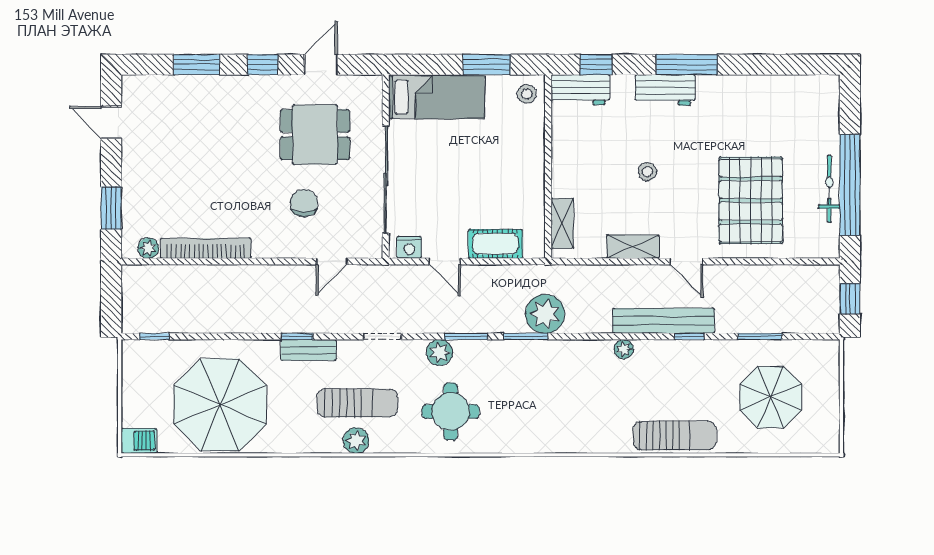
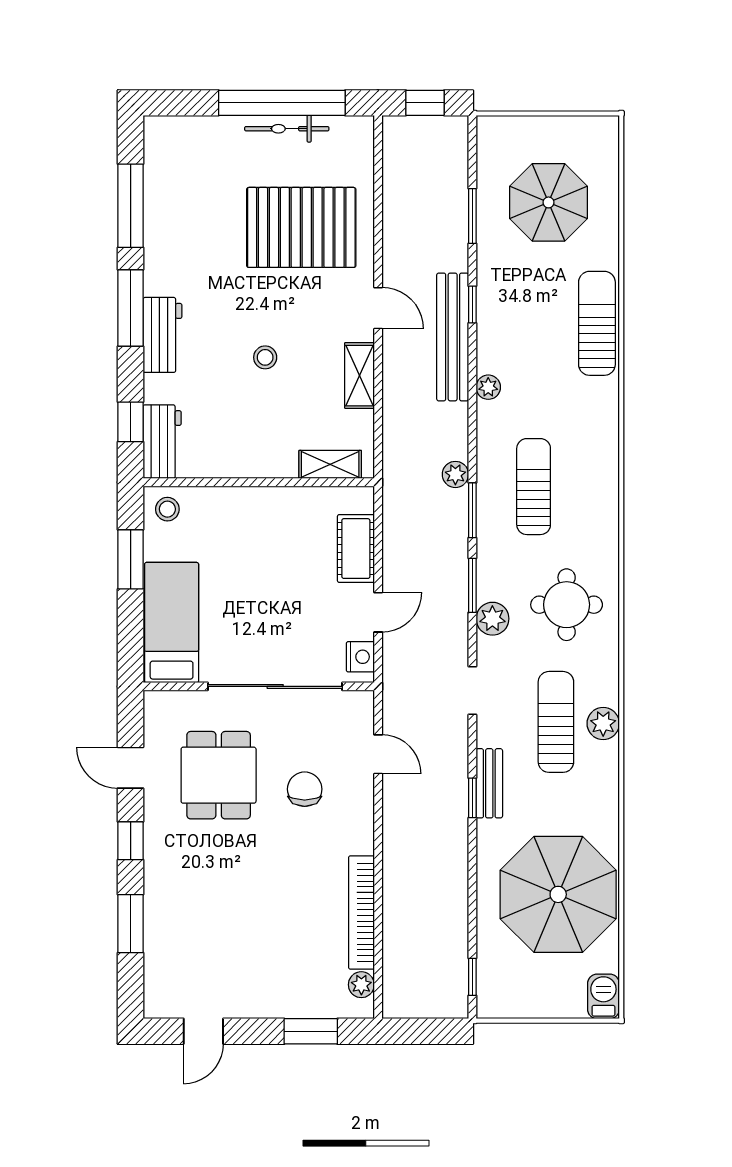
window: (768, 65) -> (131, 206), added
chair: (304, 203) -> (305, 789), turned 90
door: (687, 261) -> (378, 308), hinge flipped
plant: (545, 314) -> (455, 474), width x0.53, depth x0.53
sun lounger: (545, 385) -> (534, 487), added

